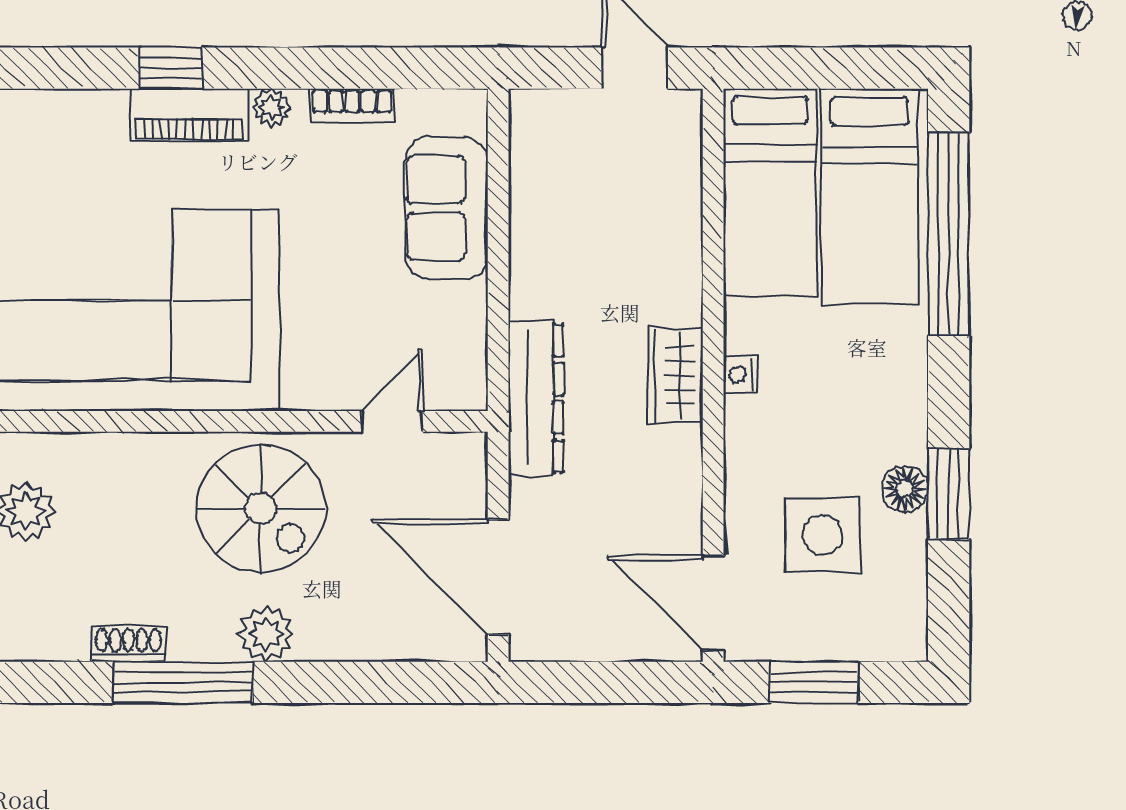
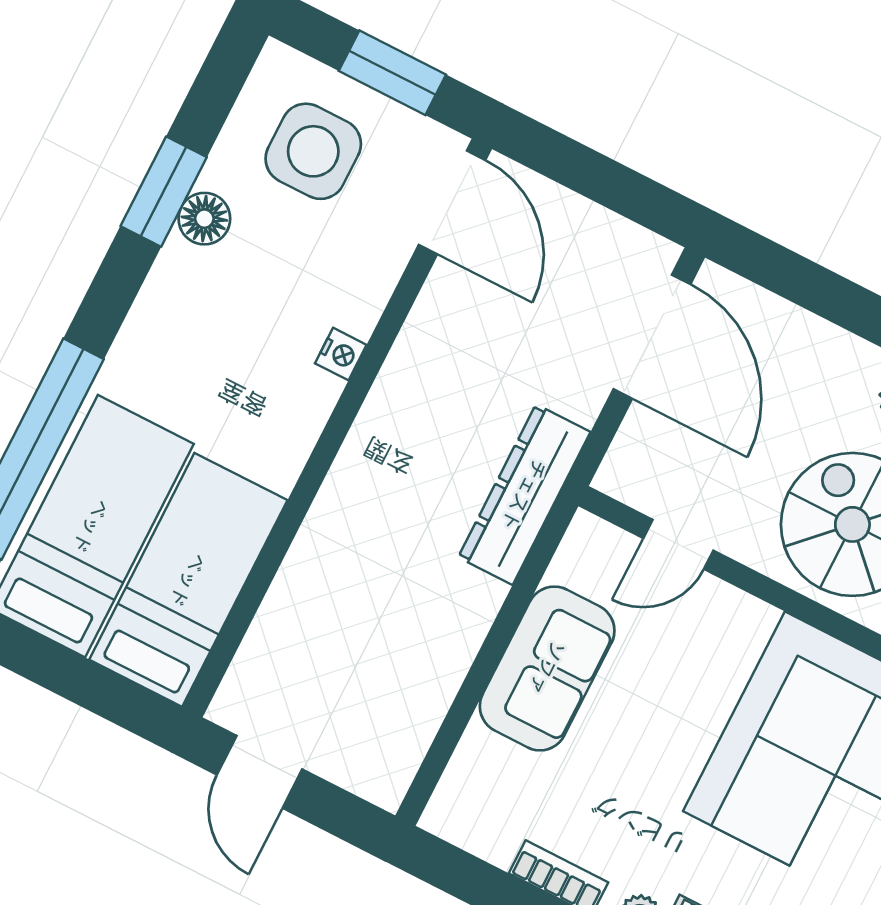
sofa: (447, 208) -> (547, 668), moved
nightstand: (740, 375) -> (341, 354), moved
wardrobe: (675, 376) -> (375, 447), removed
side table: (823, 535) -> (313, 151), moved

